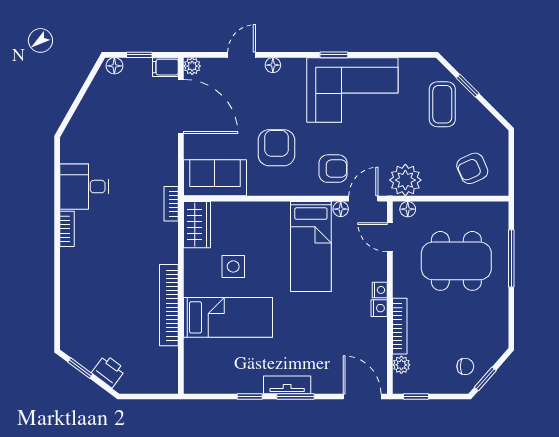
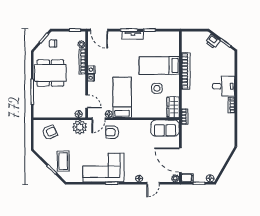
armchair: (276, 148) -> (138, 142), removed
desk: (84, 187) -> (224, 86), moved
dining table: (456, 261) -> (50, 73), moved

